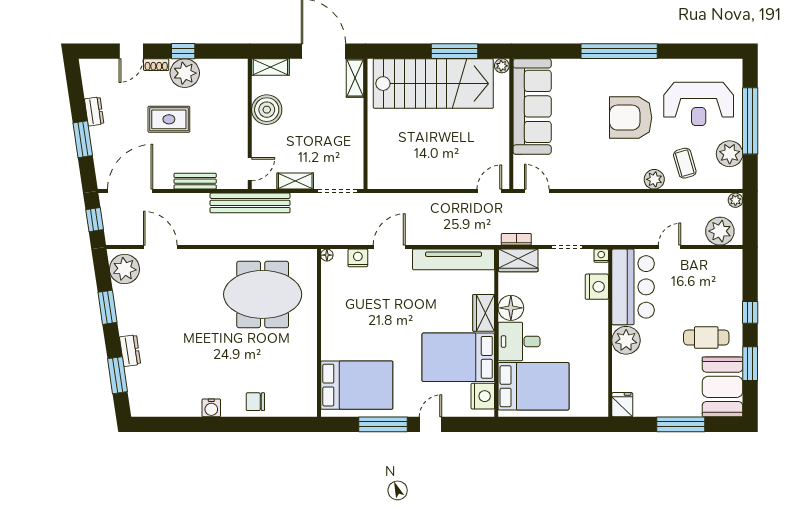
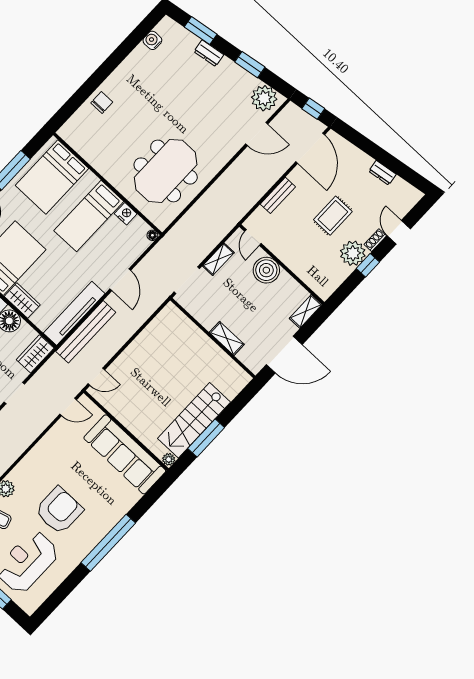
shelving: (355, 78) -> (227, 338), moved
stairs: (433, 84) -> (194, 420), width x0.73, depth x0.66
boiler: (267, 110) -> (266, 270), moved
window: (83, 139) -> (371, 149), removed
door: (489, 191) -> (96, 377), hinge flipped
bench: (250, 203) -> (86, 332), moved
bookcase: (516, 239) -> (50, 365), removed
nightstand: (358, 258) -> (126, 214), moved, turned -90
bed: (361, 323) -> (89, 216), added
water cooler: (211, 408) -> (152, 40), moved

